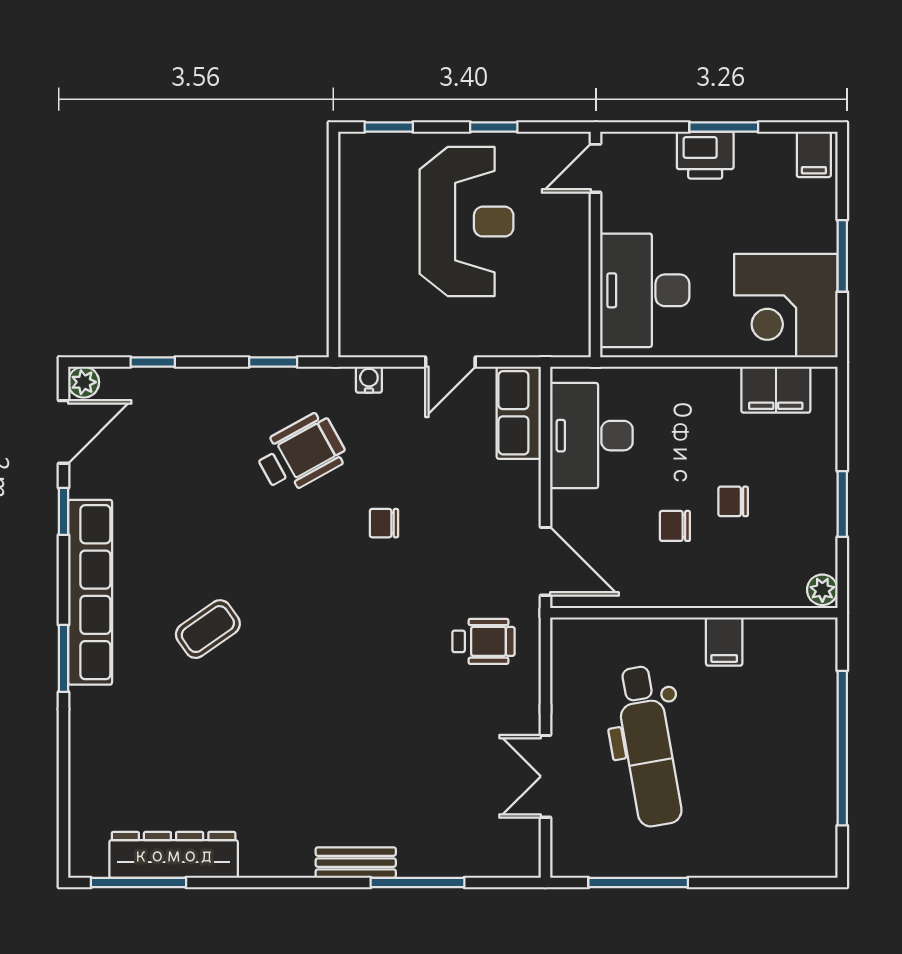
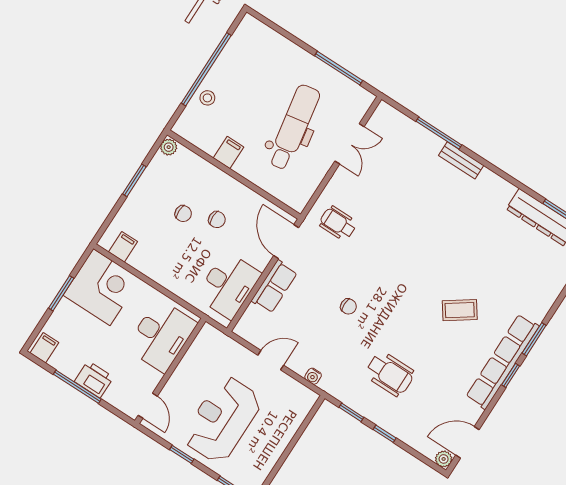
window: (724, 127) -> (77, 387), width x1.44
door: (596, 168) -> (148, 406), hinge flipped
window: (153, 362) -> (385, 434), moved
filing cabinet: (776, 390) -> (123, 247), width x0.50
row of seats: (519, 413) -> (274, 287), moved
wheelchair: (301, 454) -> (390, 374), moved, turned -151
window: (64, 511) -> (511, 375), moved
stool: (812, 705) -> (207, 98), added

